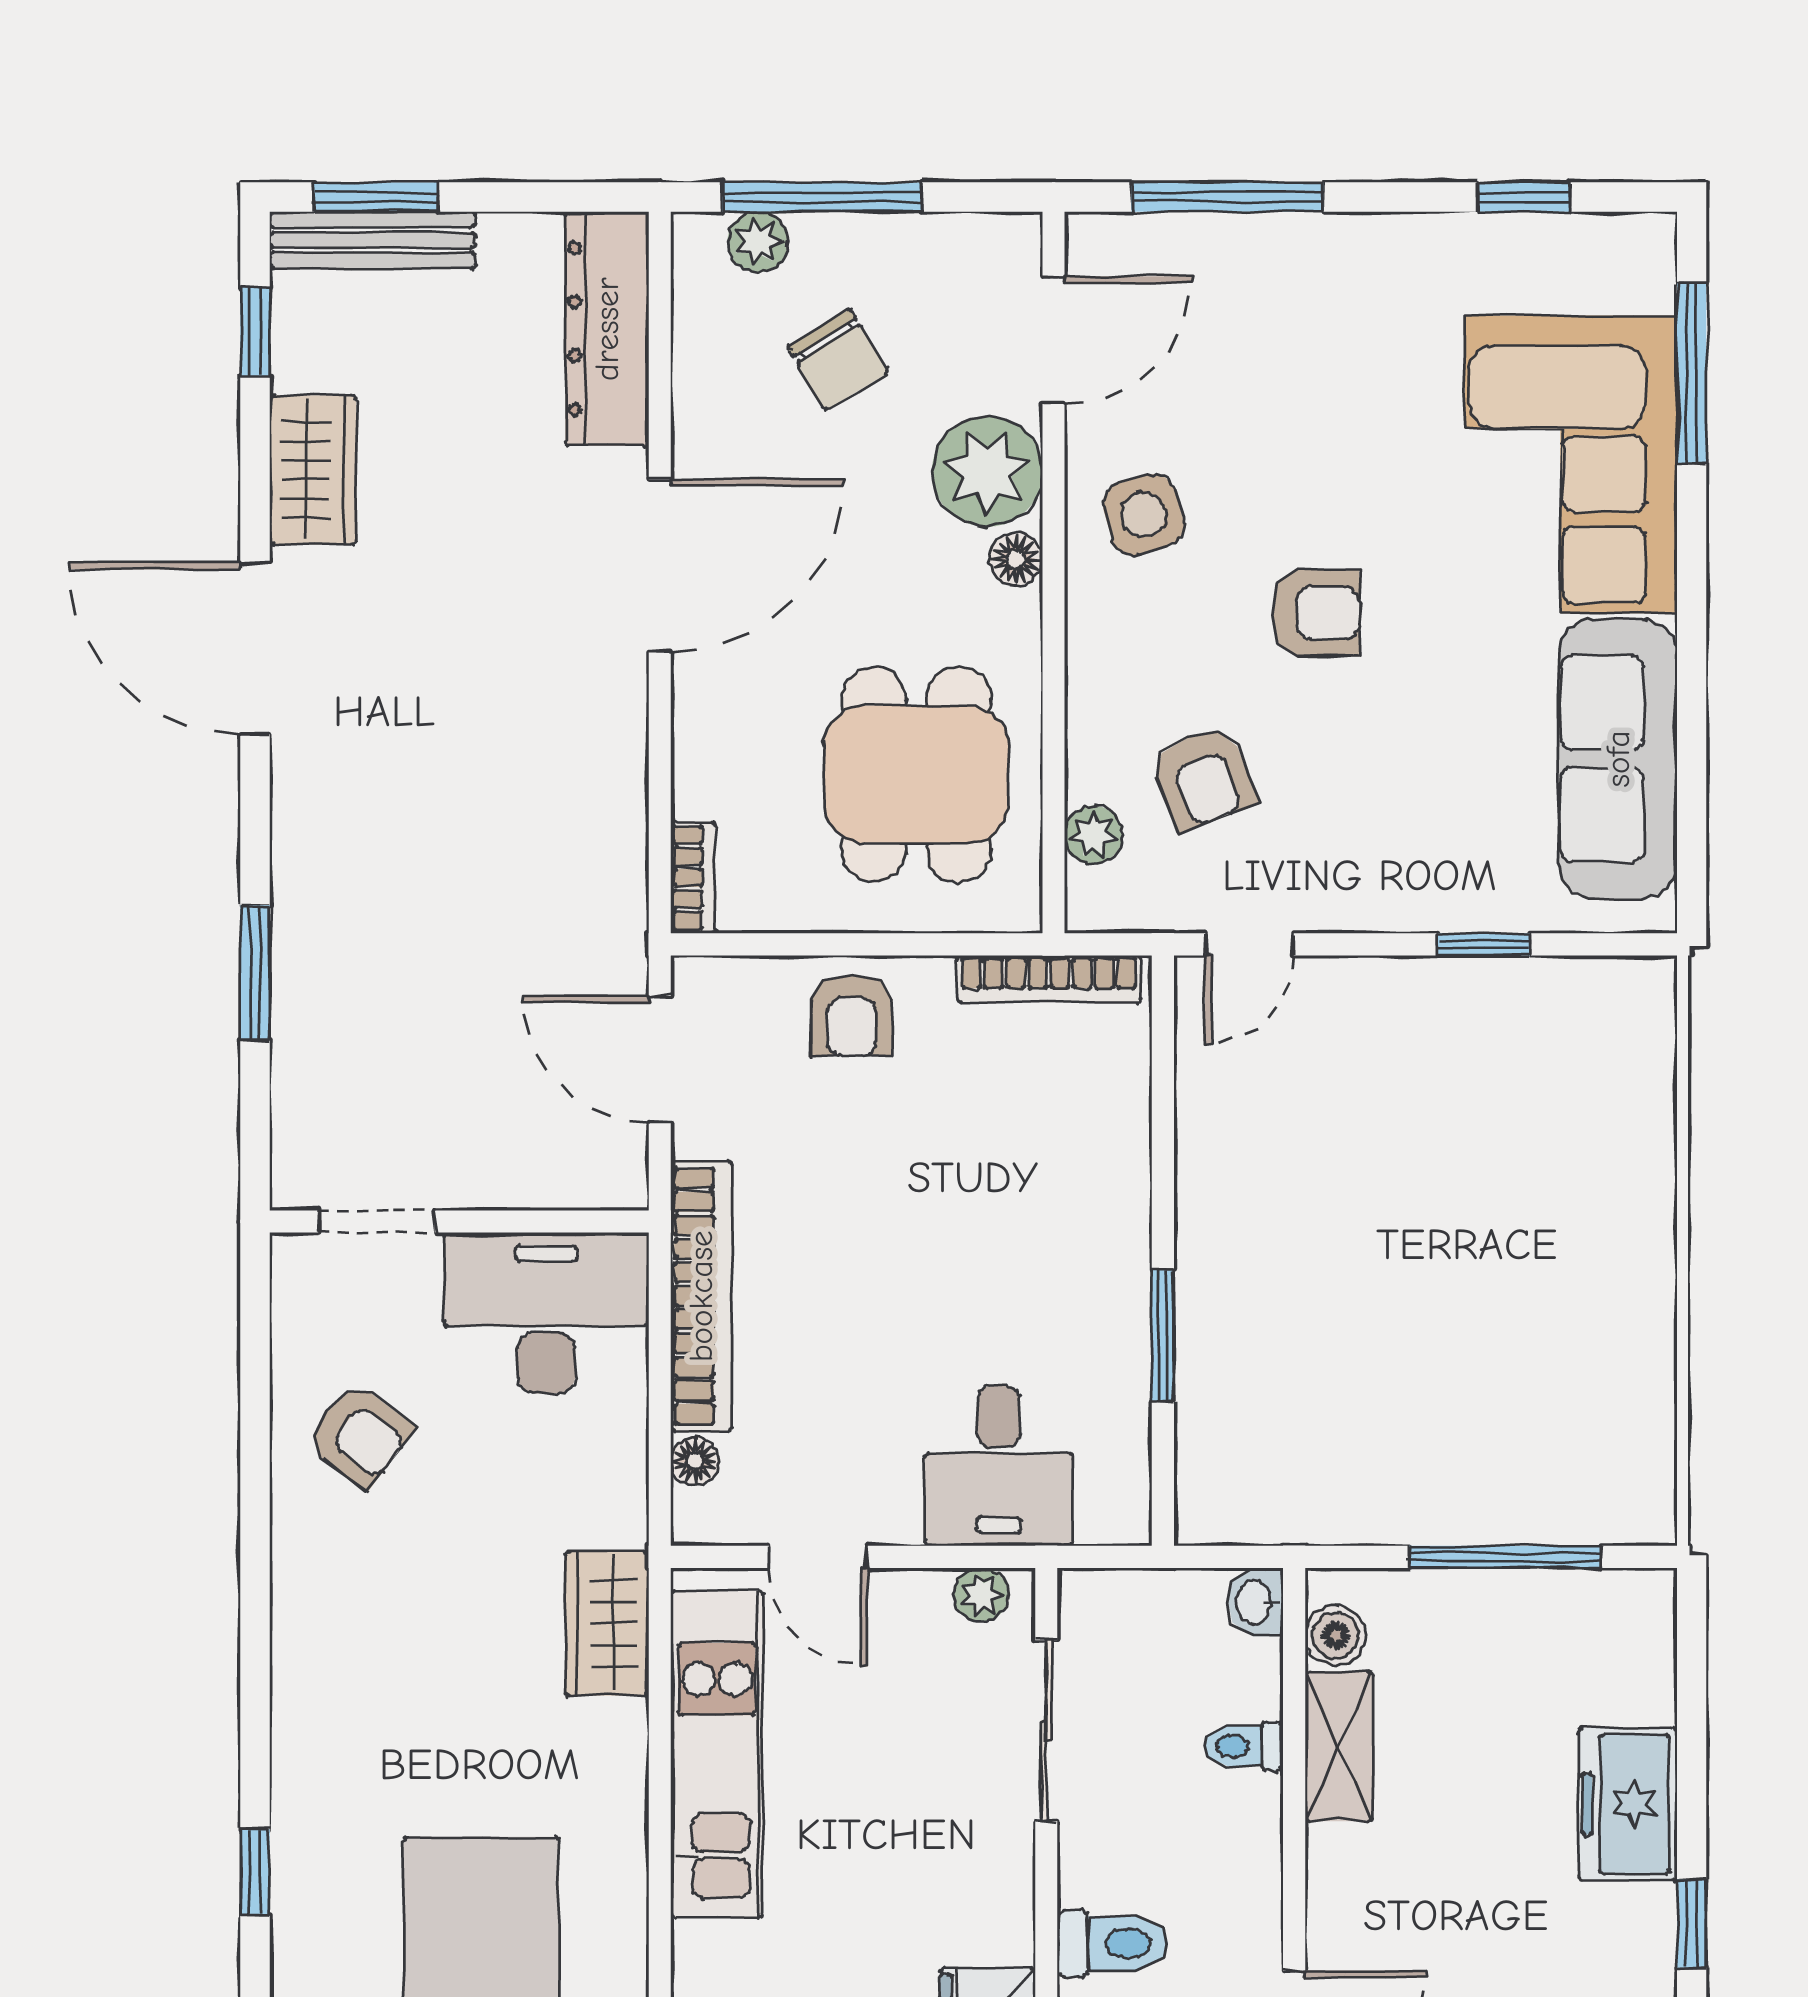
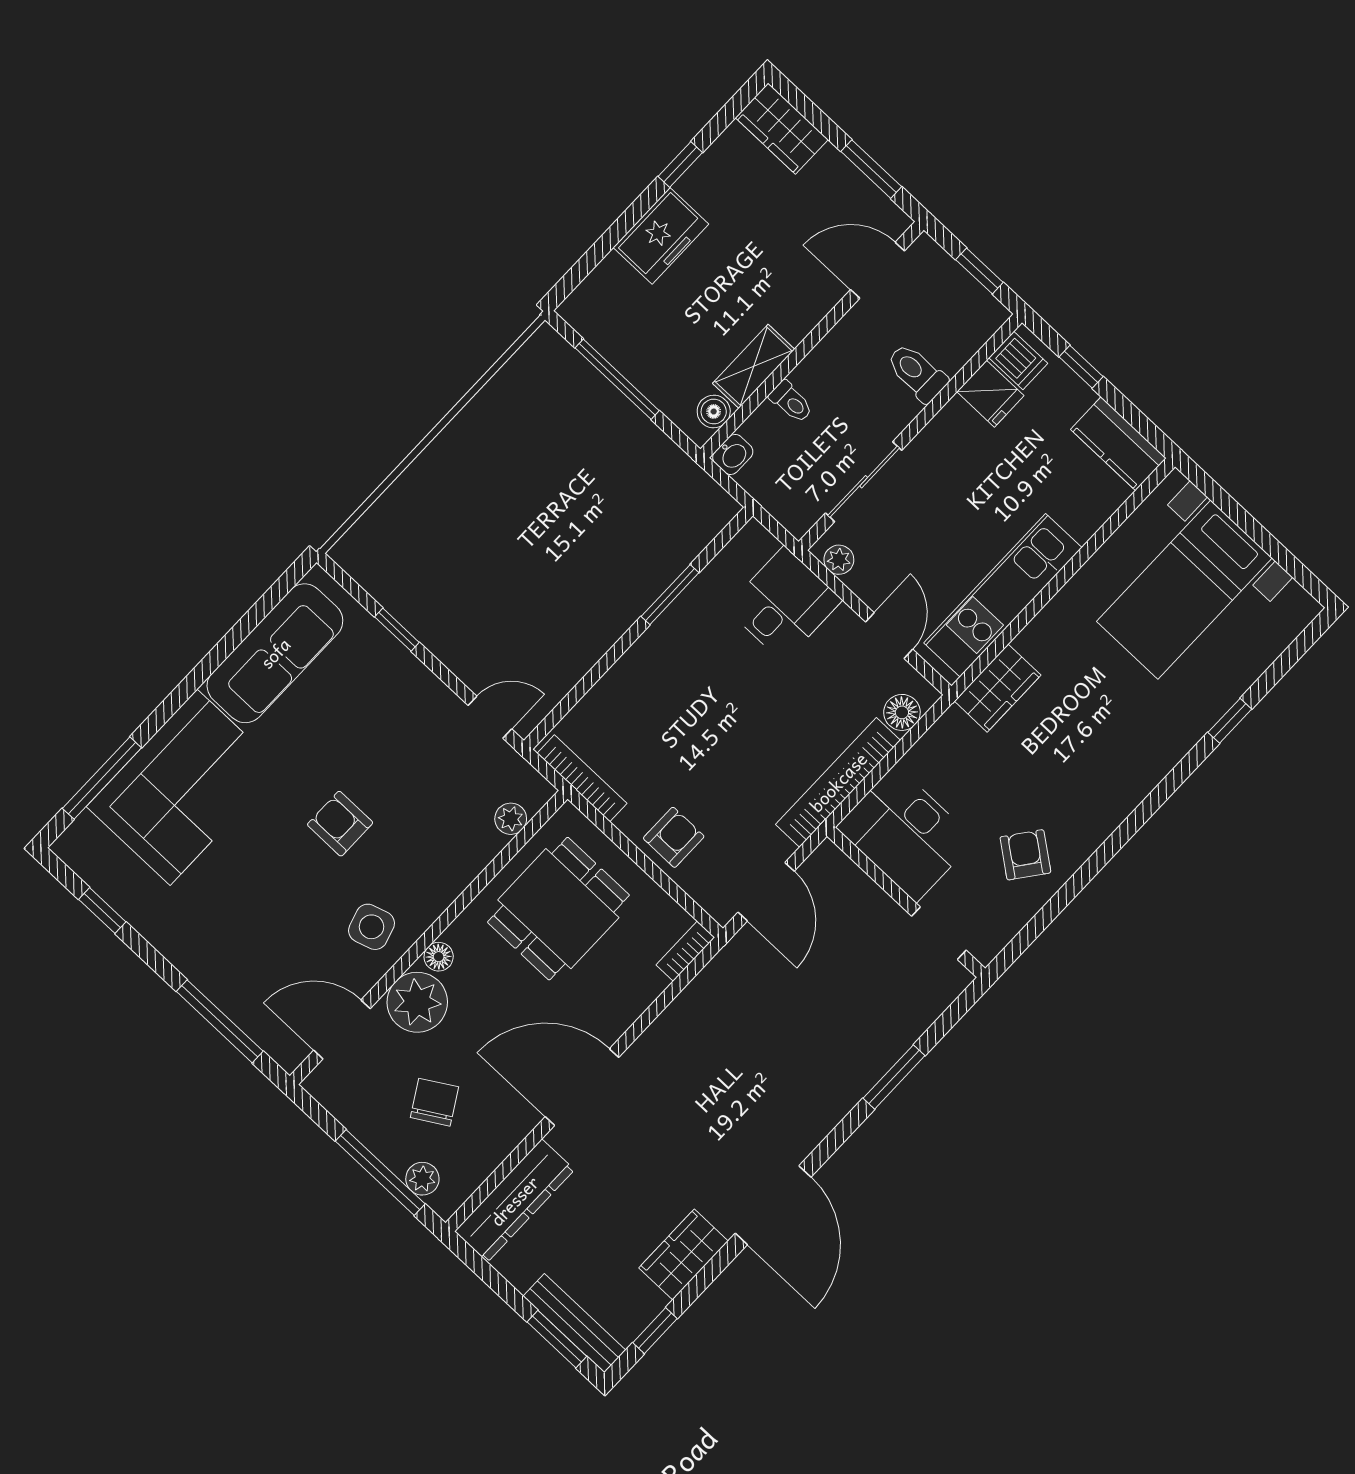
armchair: (1203, 778) -> (446, 800), removed
floor lamp: (695, 1461) -> (902, 712), width x1.37, depth x1.37

